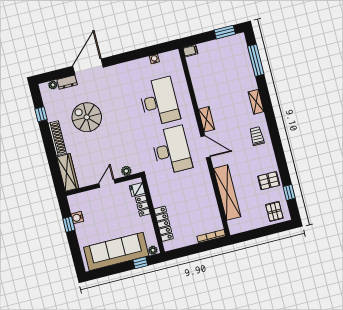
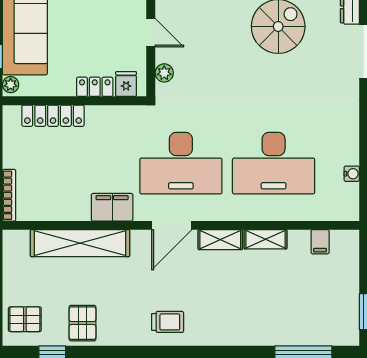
filing cabinet: (190, 51) -> (320, 242), moved
shelving: (256, 102) -> (265, 239), moved
filing cabinet: (204, 180) -> (112, 207), added

